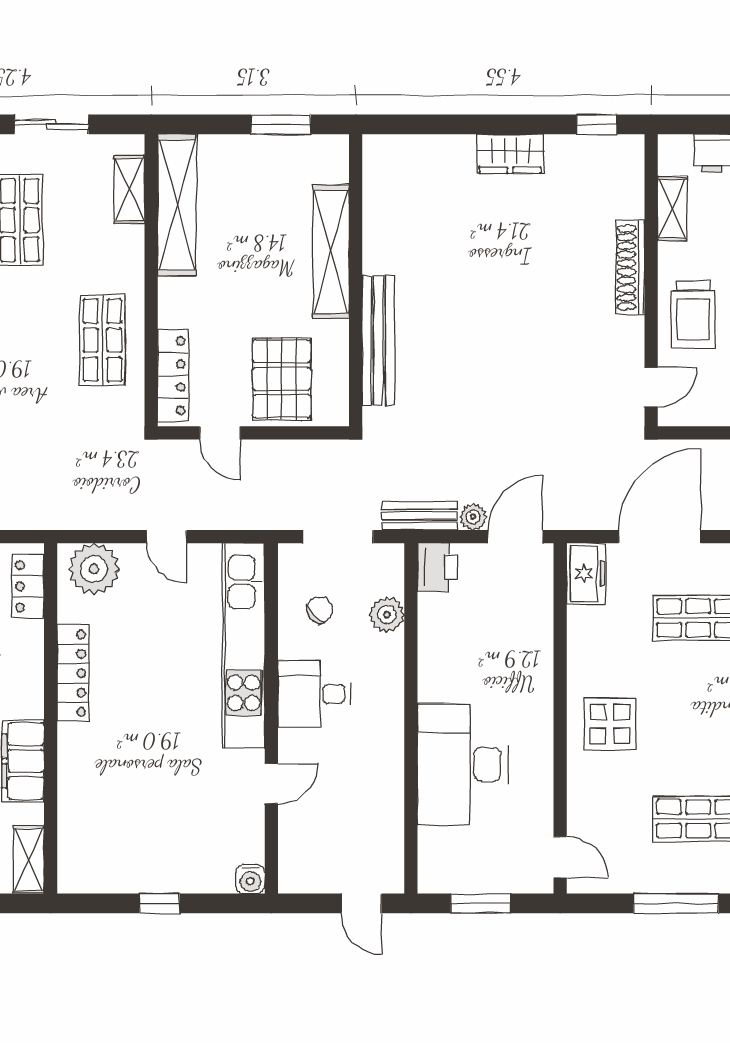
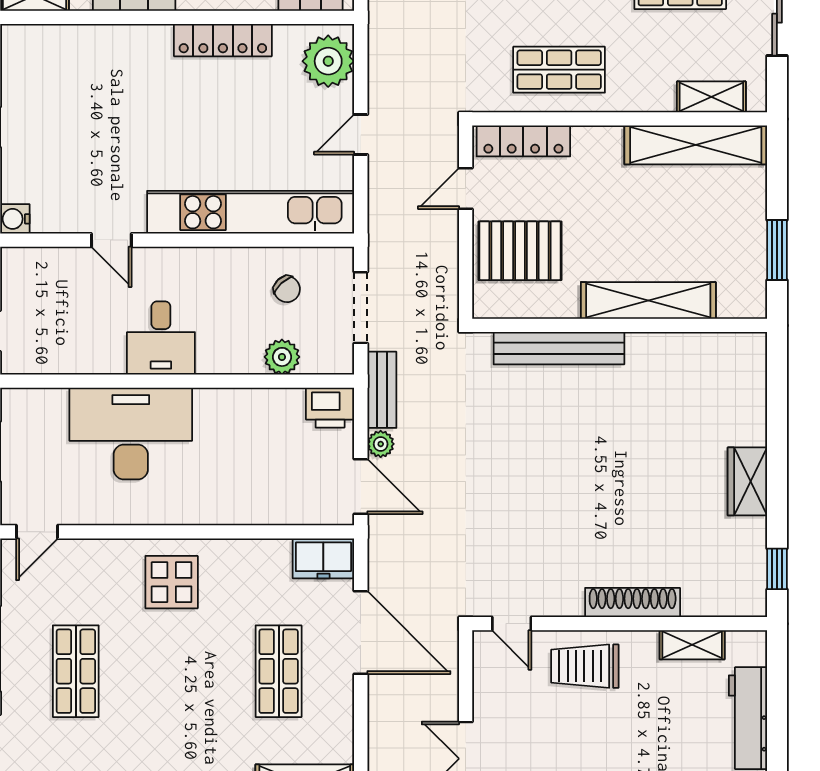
desk: (314, 694) -> (161, 338), moved, turned 180

